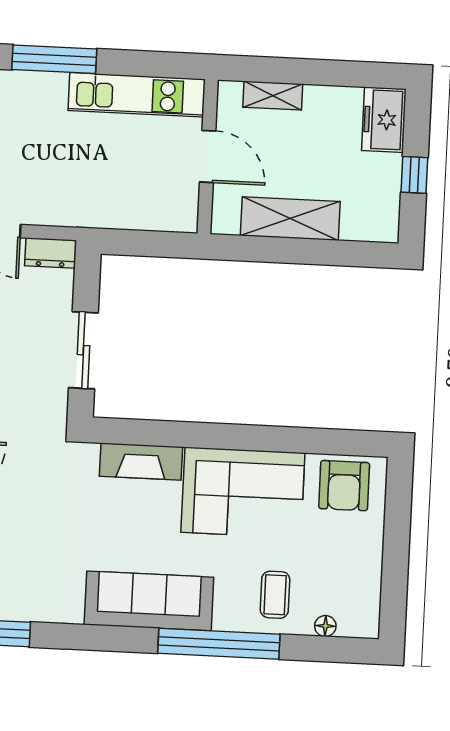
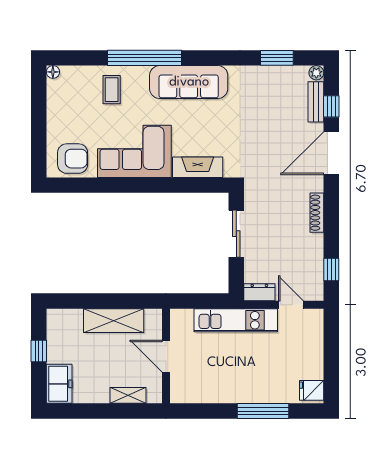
kitchen unit: (137, 95) -> (236, 320), moved, turned 180
armchair: (344, 486) -> (73, 159), turned 90
floor lamp: (325, 626) -> (53, 72), moved

